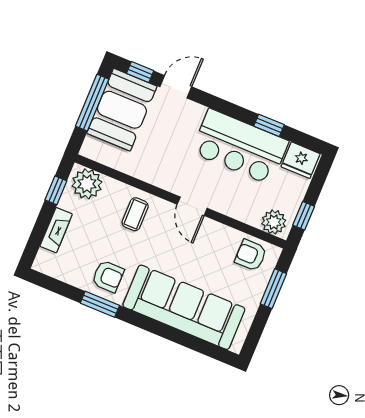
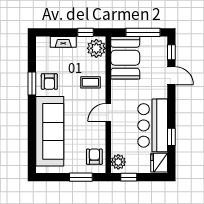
booth: (122, 110) -> (125, 58), moved, turned 90

